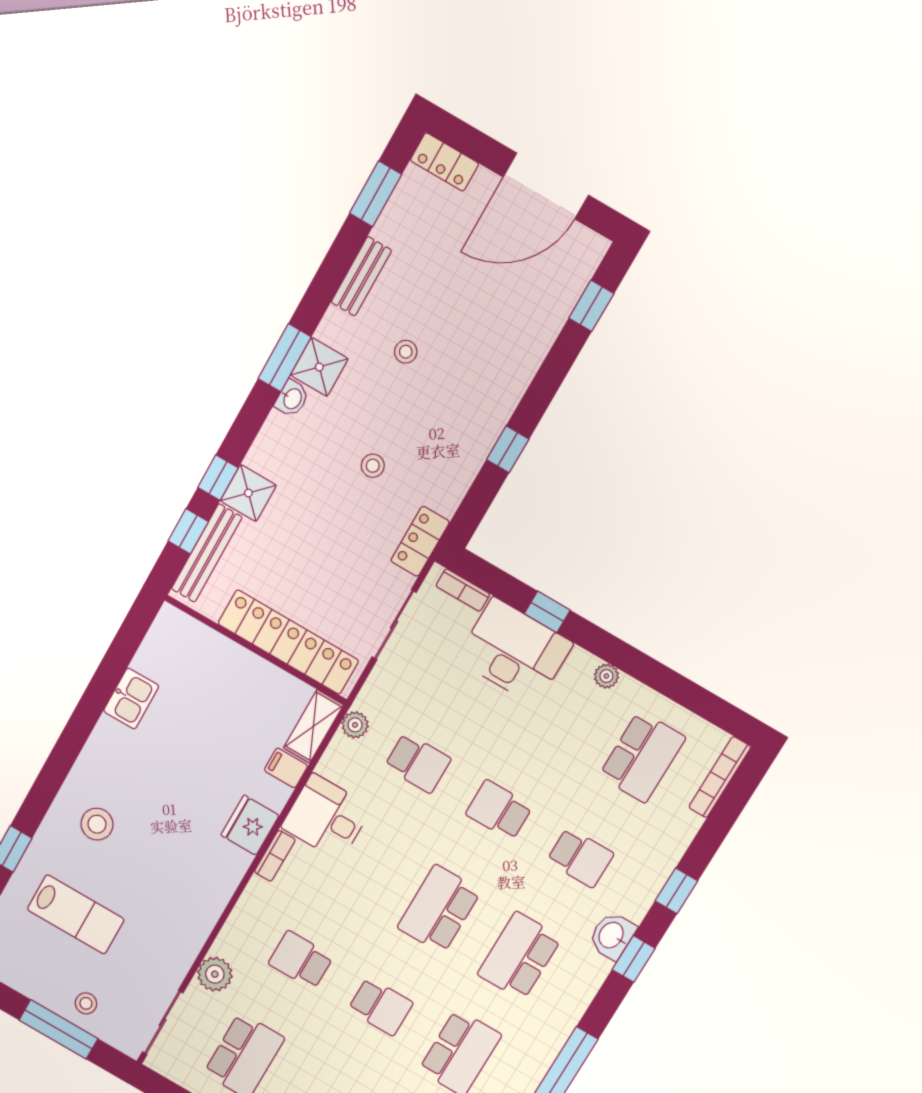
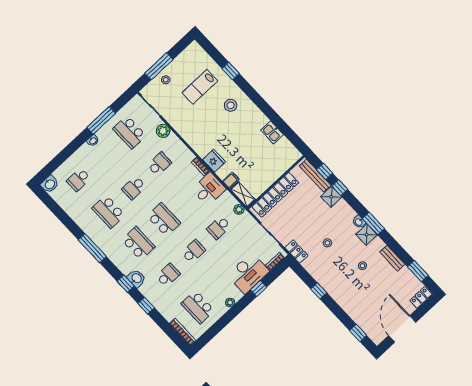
school desk: (580, 857) -> (168, 275), turned 180

